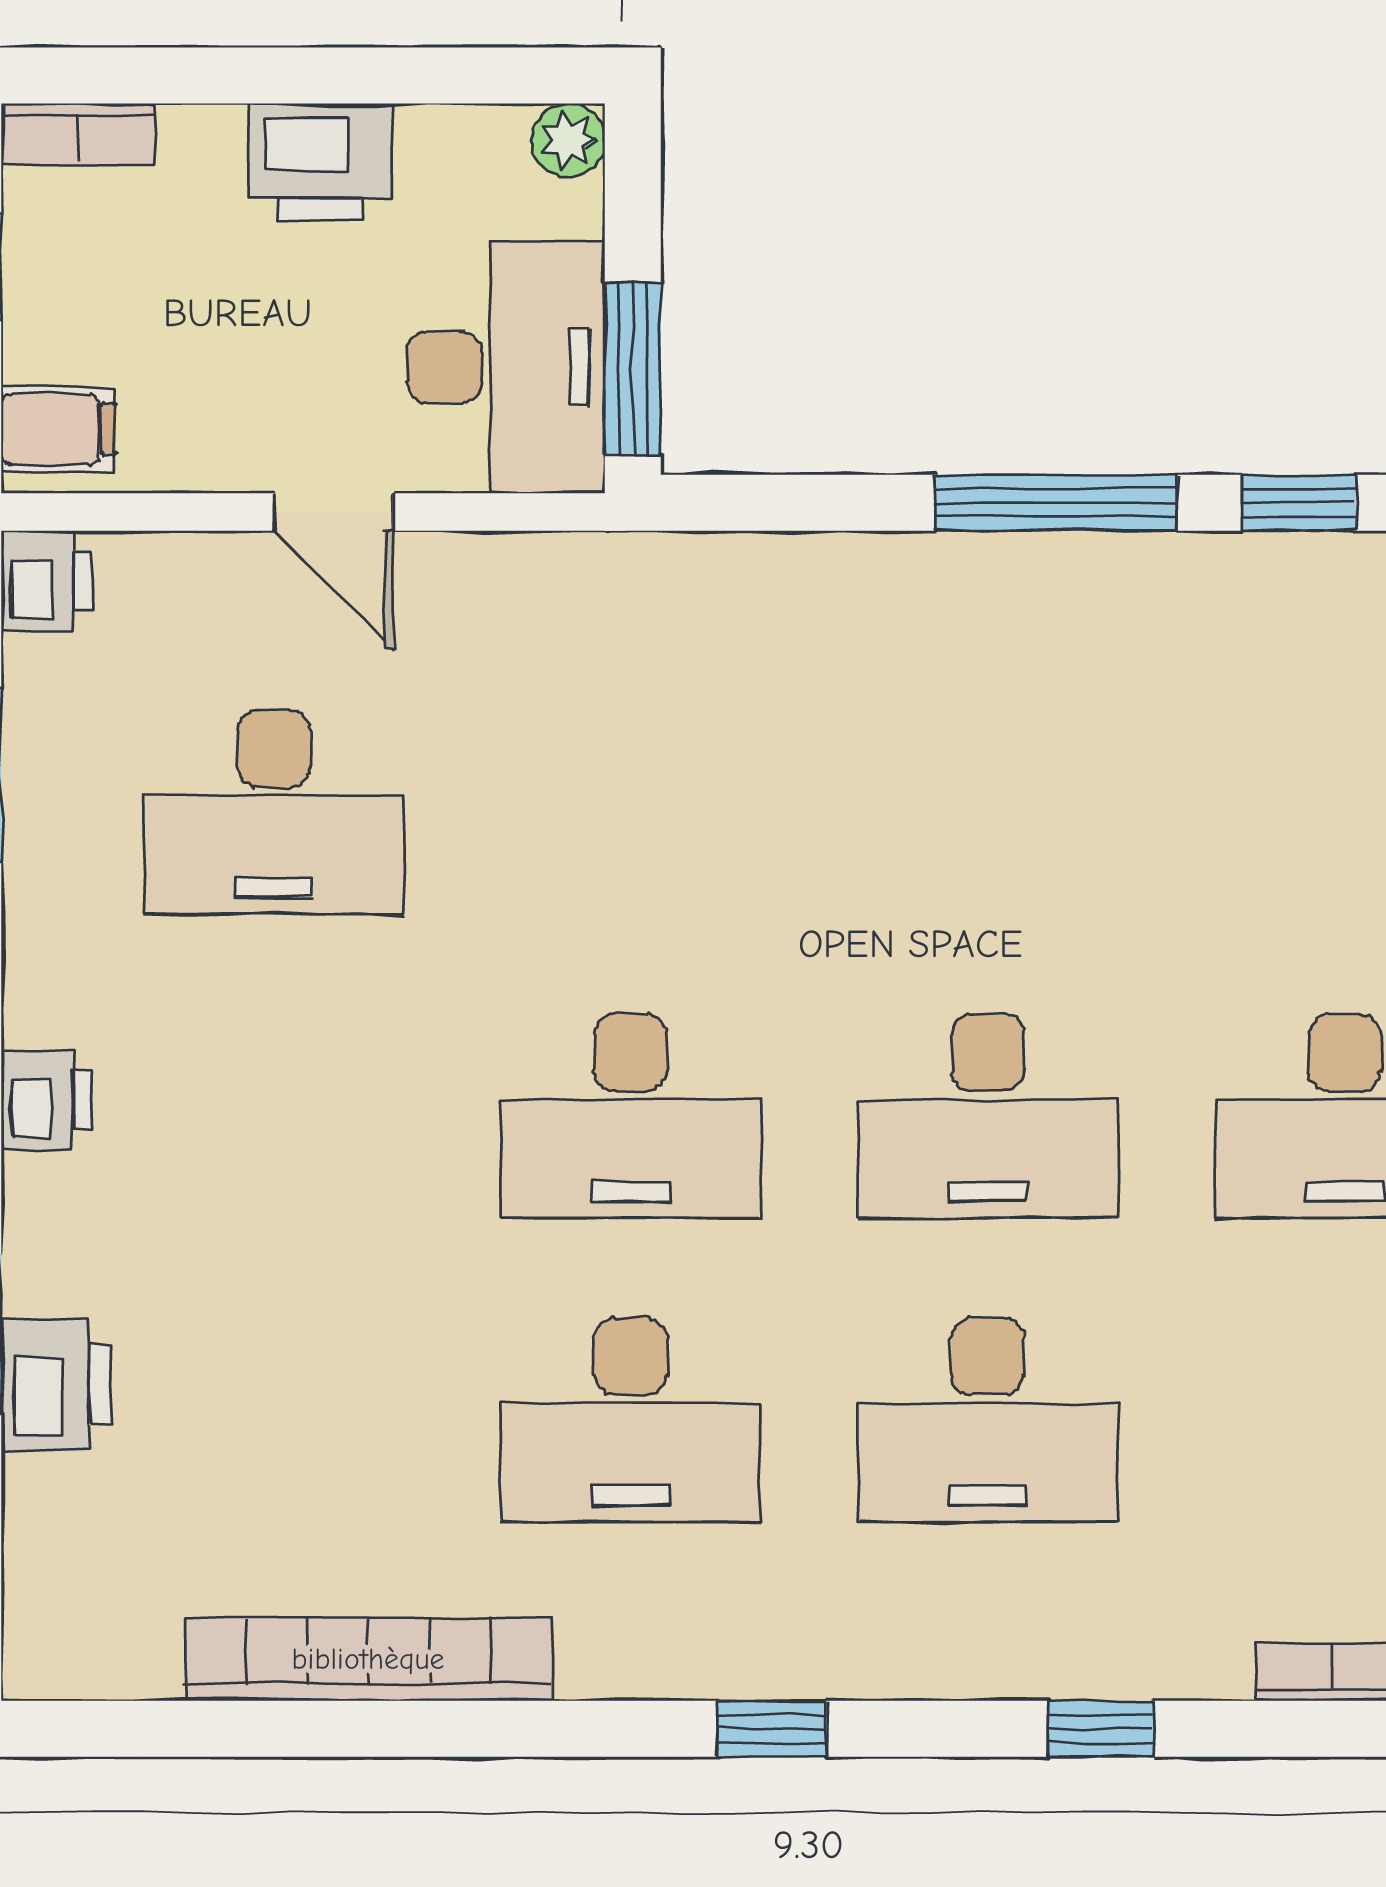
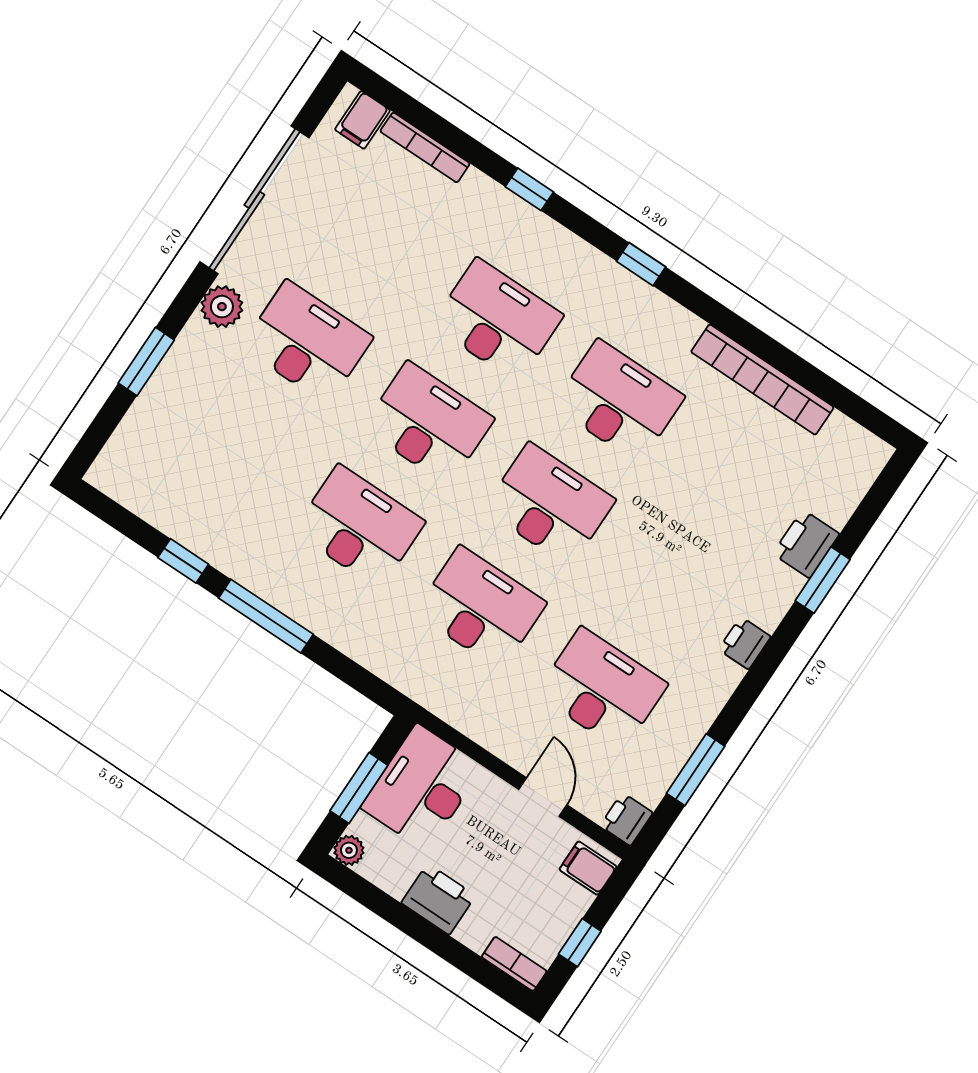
window: (633, 369) -> (359, 788), moved
door: (334, 512) -> (543, 797), moved
desk: (631, 812) -> (481, 608), added
desk: (988, 812) -> (359, 527), added

